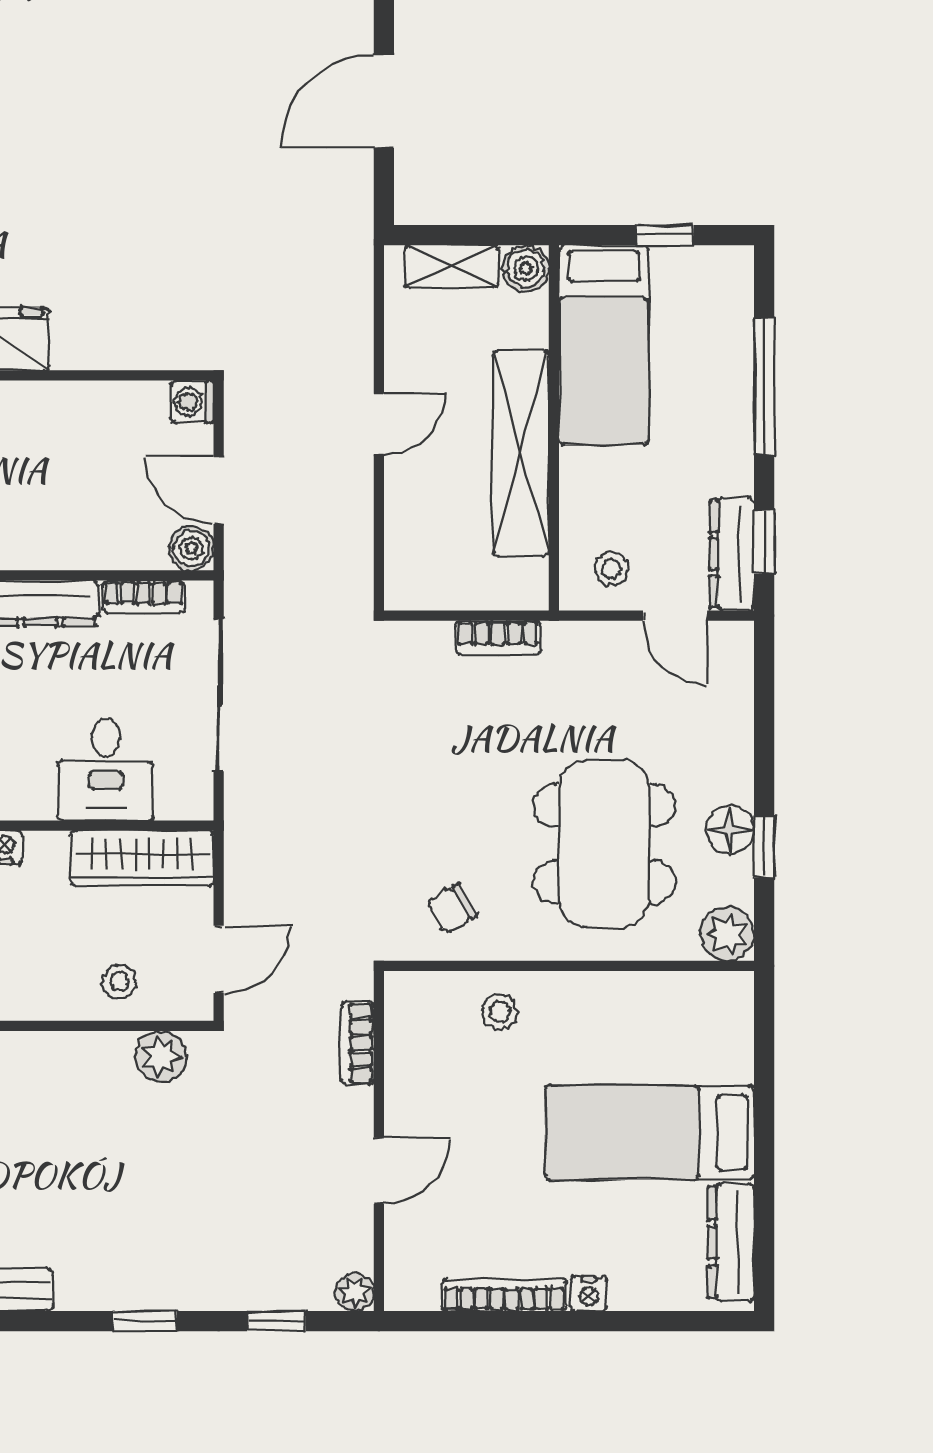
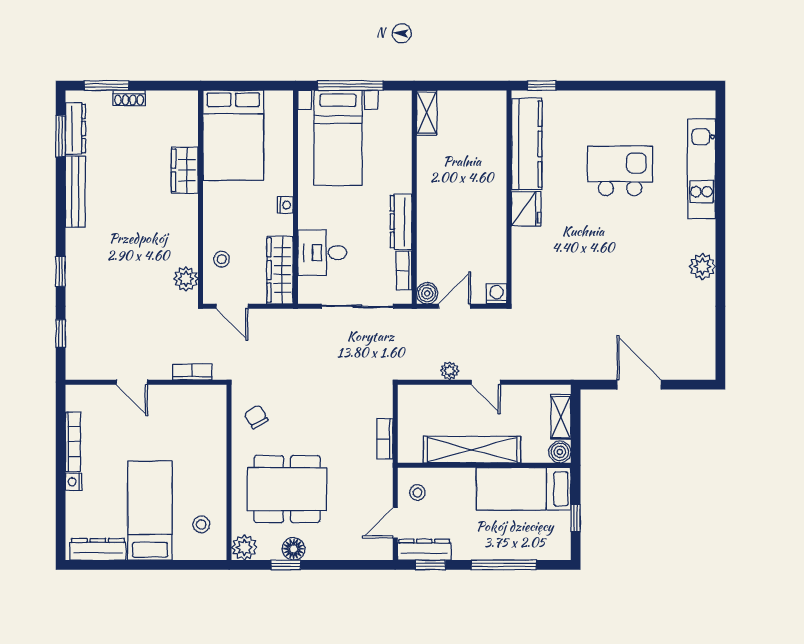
stool: (499, 1012) -> (201, 524), moved
plant: (355, 1292) -> (449, 371), moved

